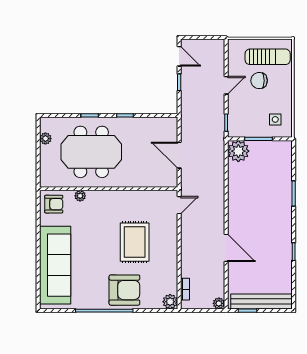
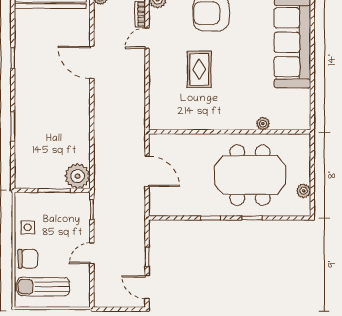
chair: (259, 81) -> (28, 259), moved
side table: (275, 119) -> (28, 227), moved
armchair: (54, 204) -> (294, 114), removed
door: (179, 205) -> (147, 38), moved
rug: (135, 242) -> (199, 69), width x0.73, depth x0.70

